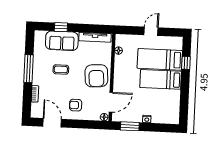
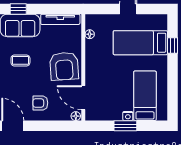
bed: (161, 79) -> (145, 96), moved, turned 90
door: (111, 102) -> (83, 98), swing flipped
window: (130, 126) -> (125, 126), moved

